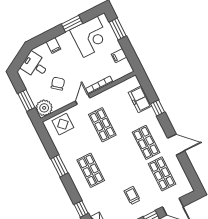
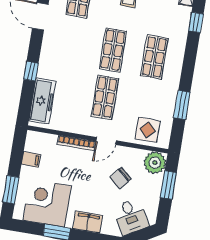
filing cabinet: (53, 45) -> (88, 222), width x2.00
freezer: (140, 99) -> (42, 101), width x1.40
shop shelf: (146, 142) -> (113, 50), moved
window: (59, 166) -> (182, 105), moved

